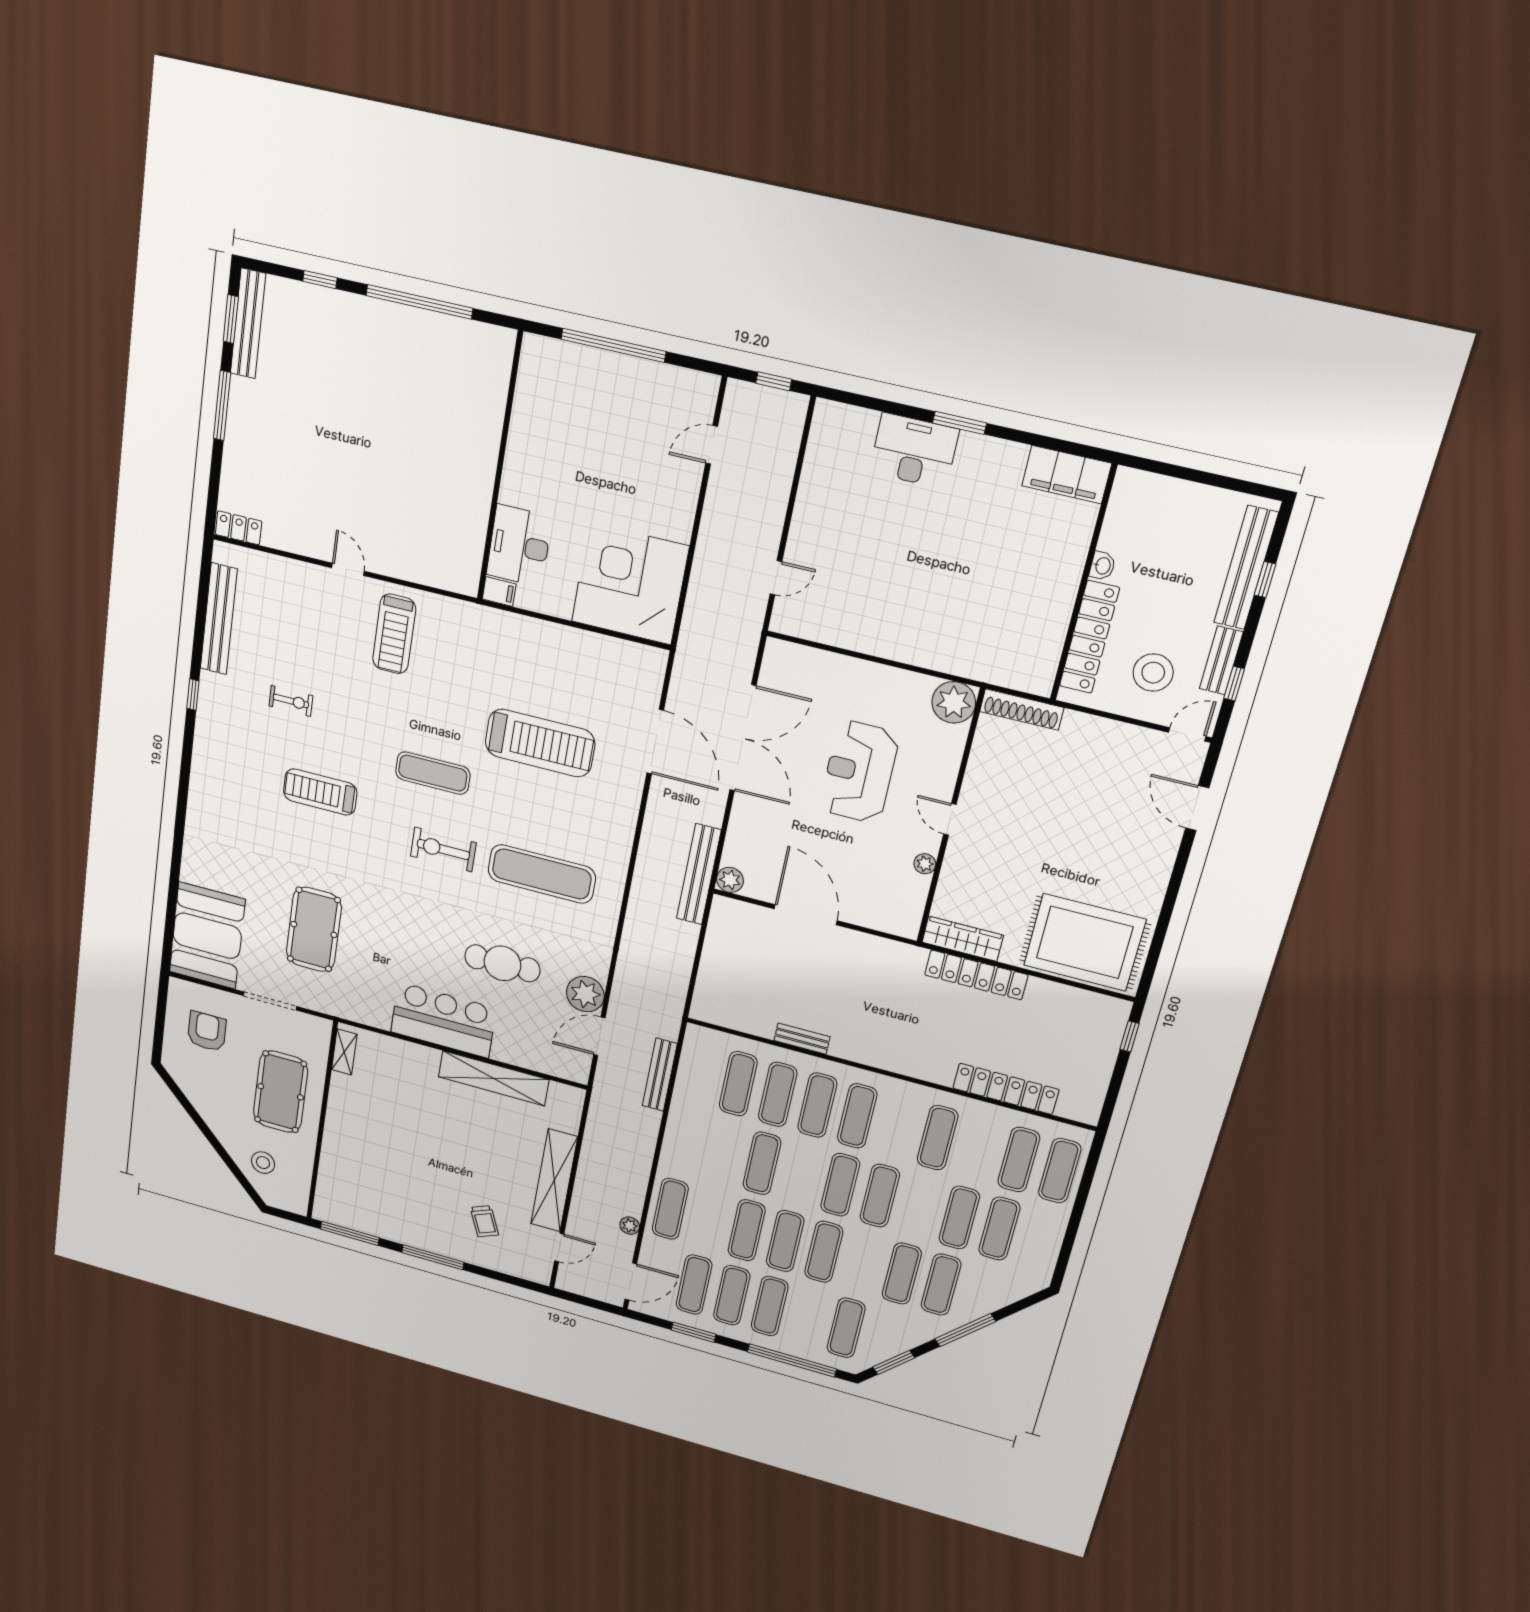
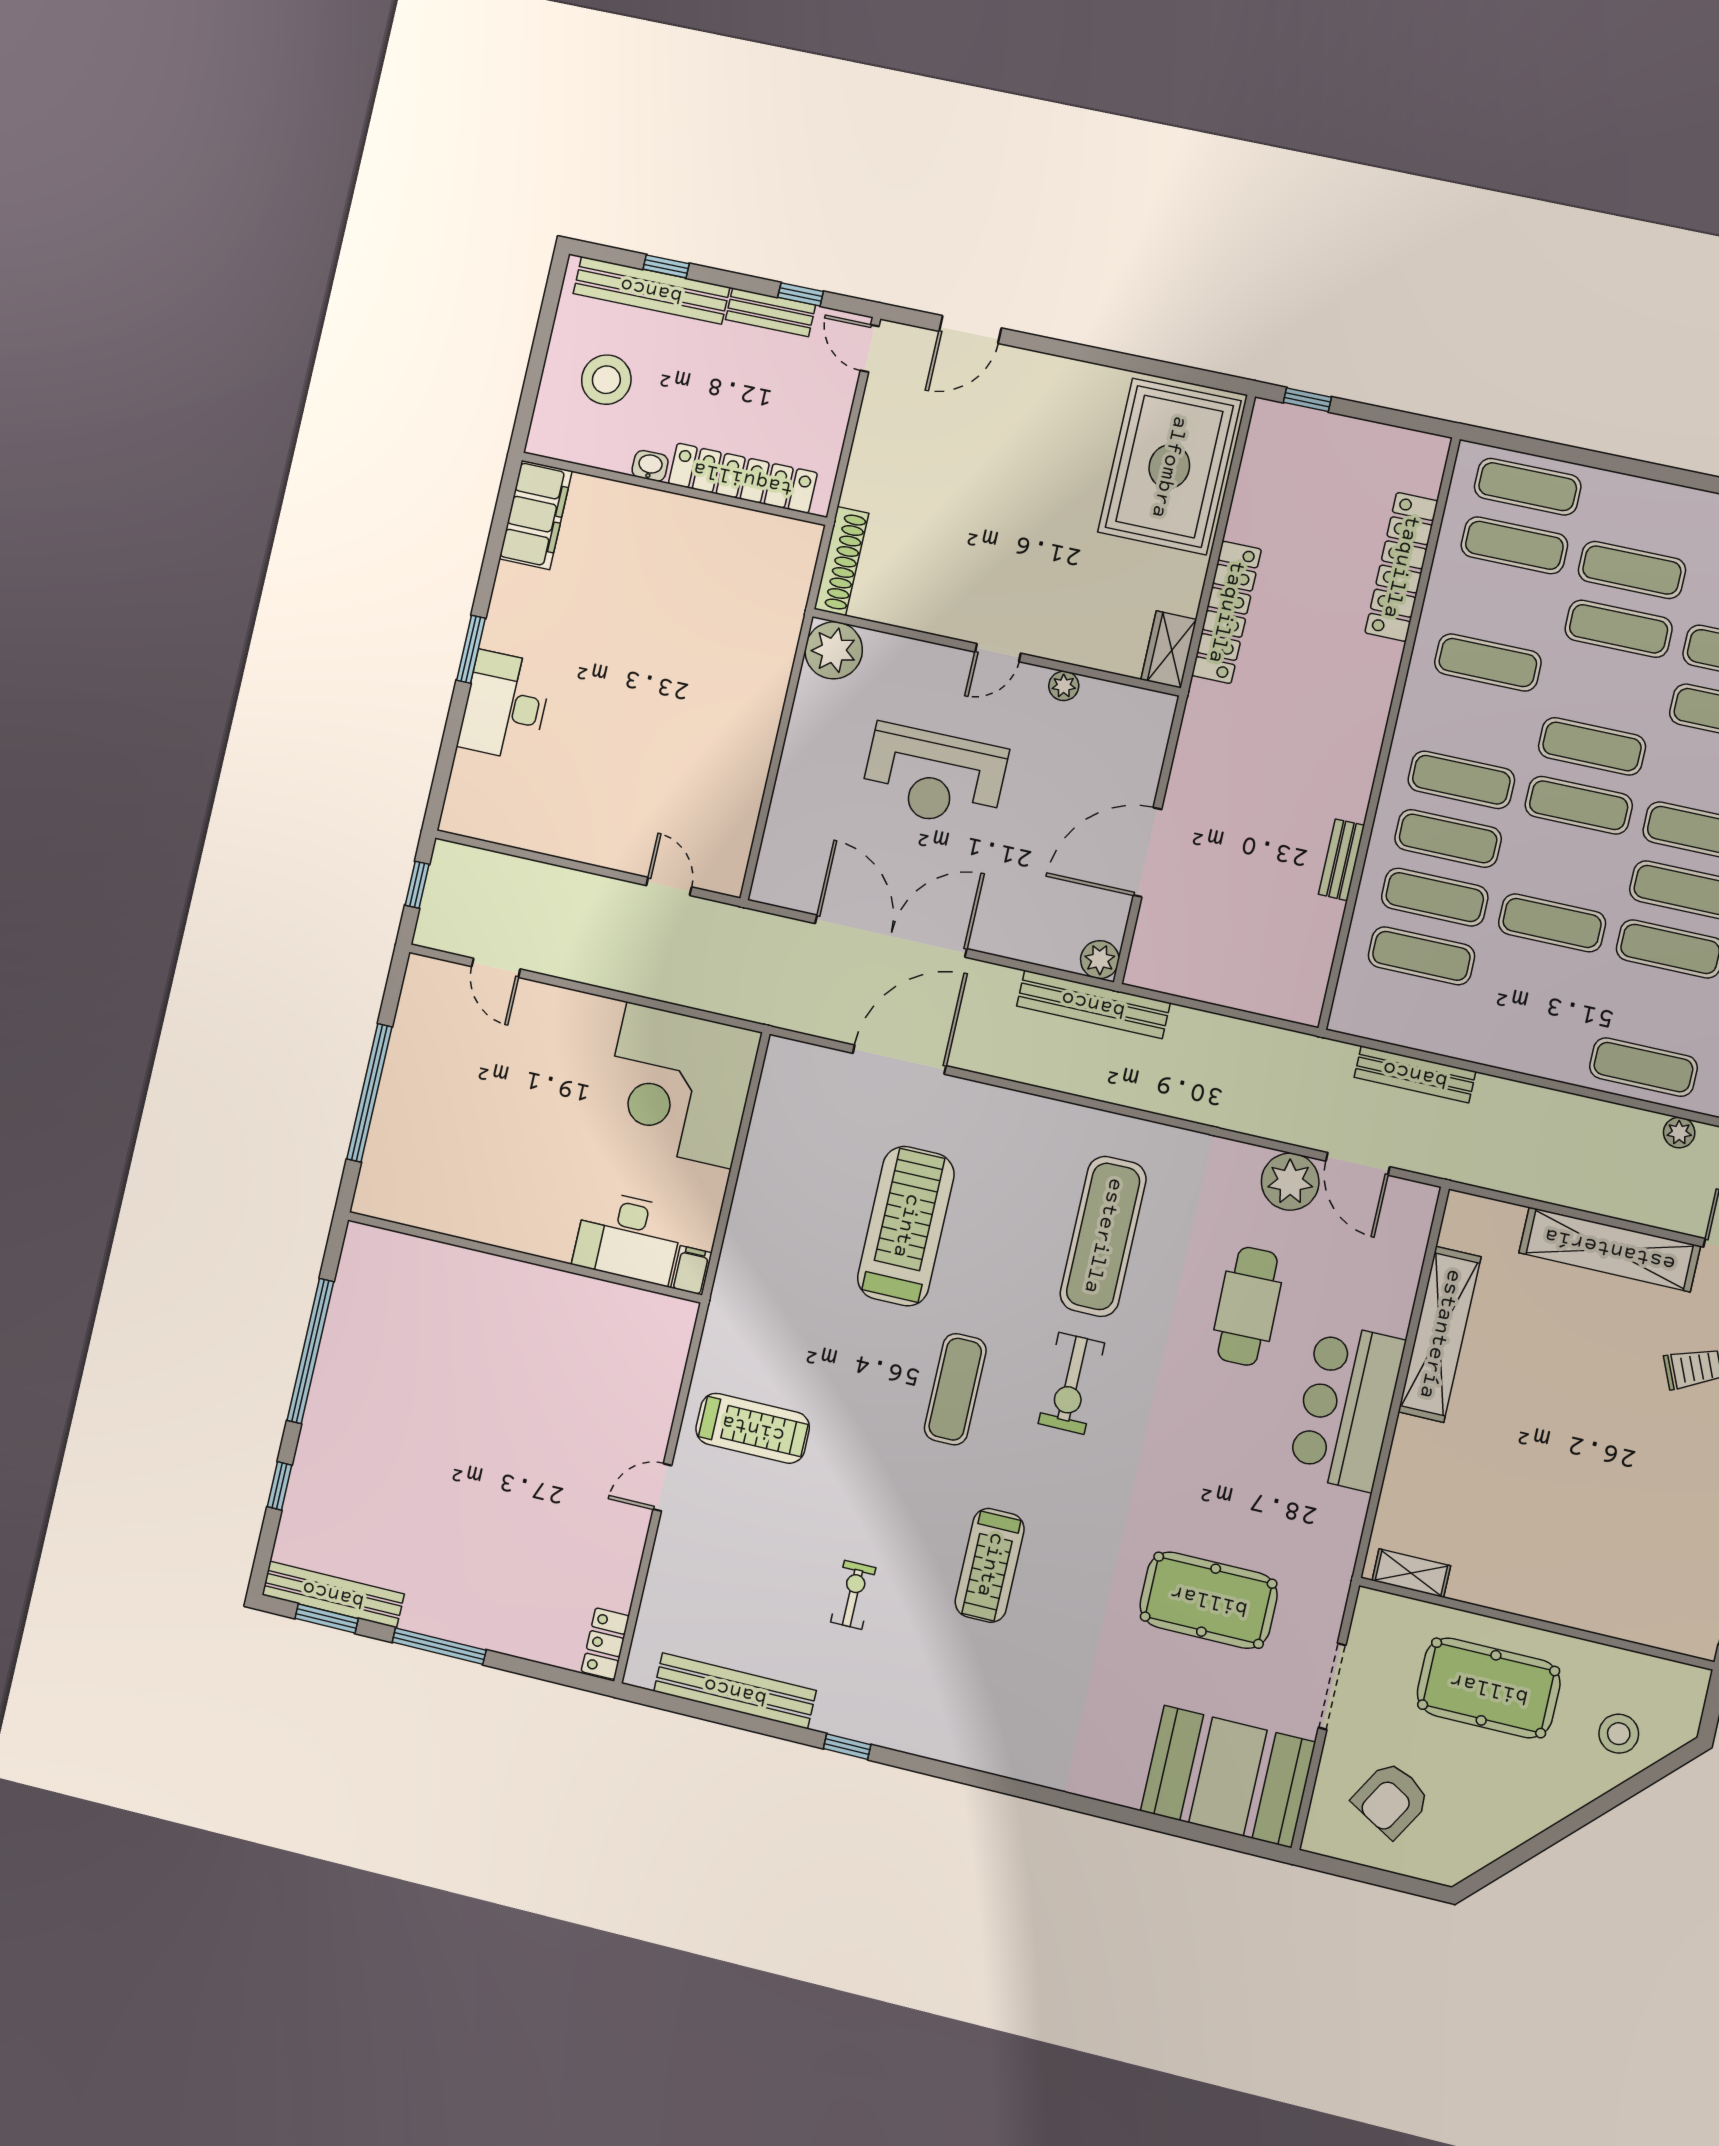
stool: (1153, 673) -> (606, 380), moved
wardrobe: (963, 939) -> (1169, 650), width x0.67
armchair: (207, 1031) -> (1391, 1800), turned -60

